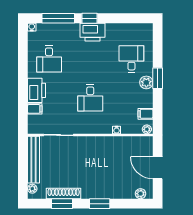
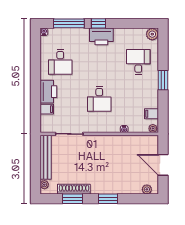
plant: (146, 82) -> (152, 34), moved

